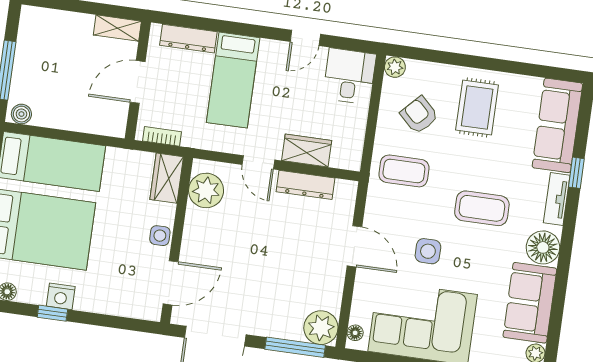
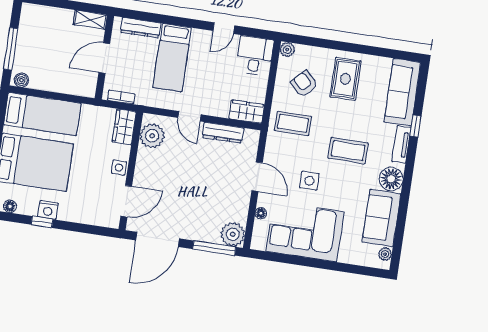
wardrobe: (307, 151) -> (247, 112), moved
floor lamp: (355, 333) -> (261, 213), moved

